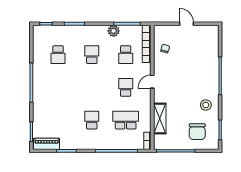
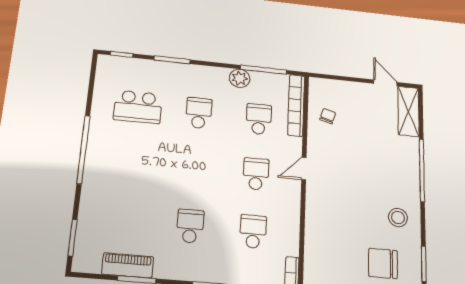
door: (187, 24) -> (385, 83), moved
school desk: (58, 55) -> (138, 107), width x1.85
school desk: (126, 55) -> (259, 119), turned 180
shelving: (160, 118) -> (408, 111), moved
school desk: (126, 120) -> (253, 231), width x0.54
chair: (197, 132) -> (383, 263), turned 90
piano: (47, 144) -> (128, 265), moved

